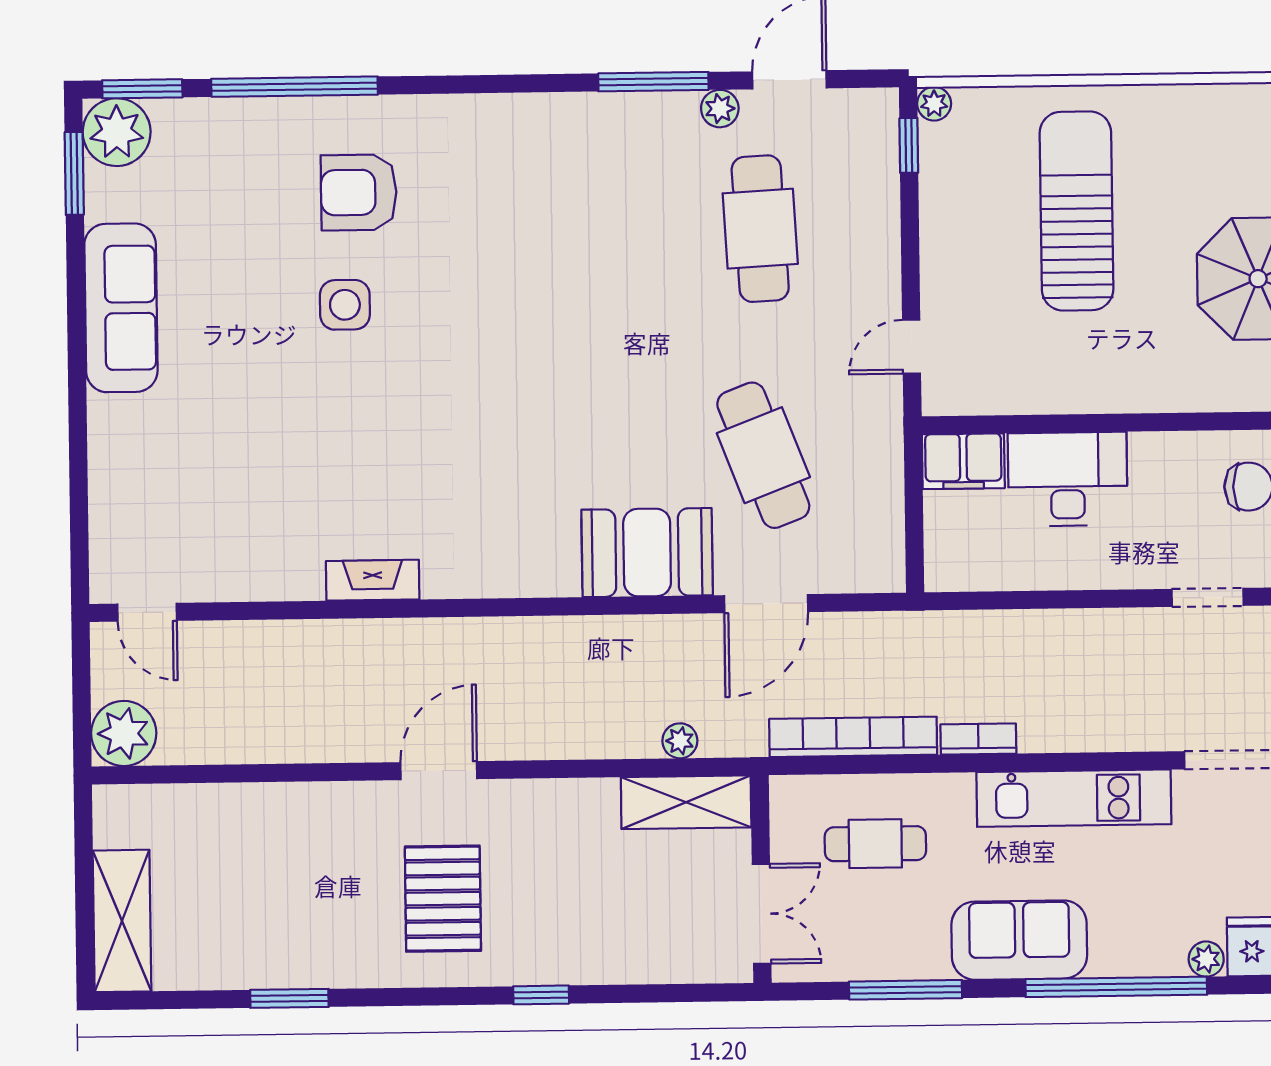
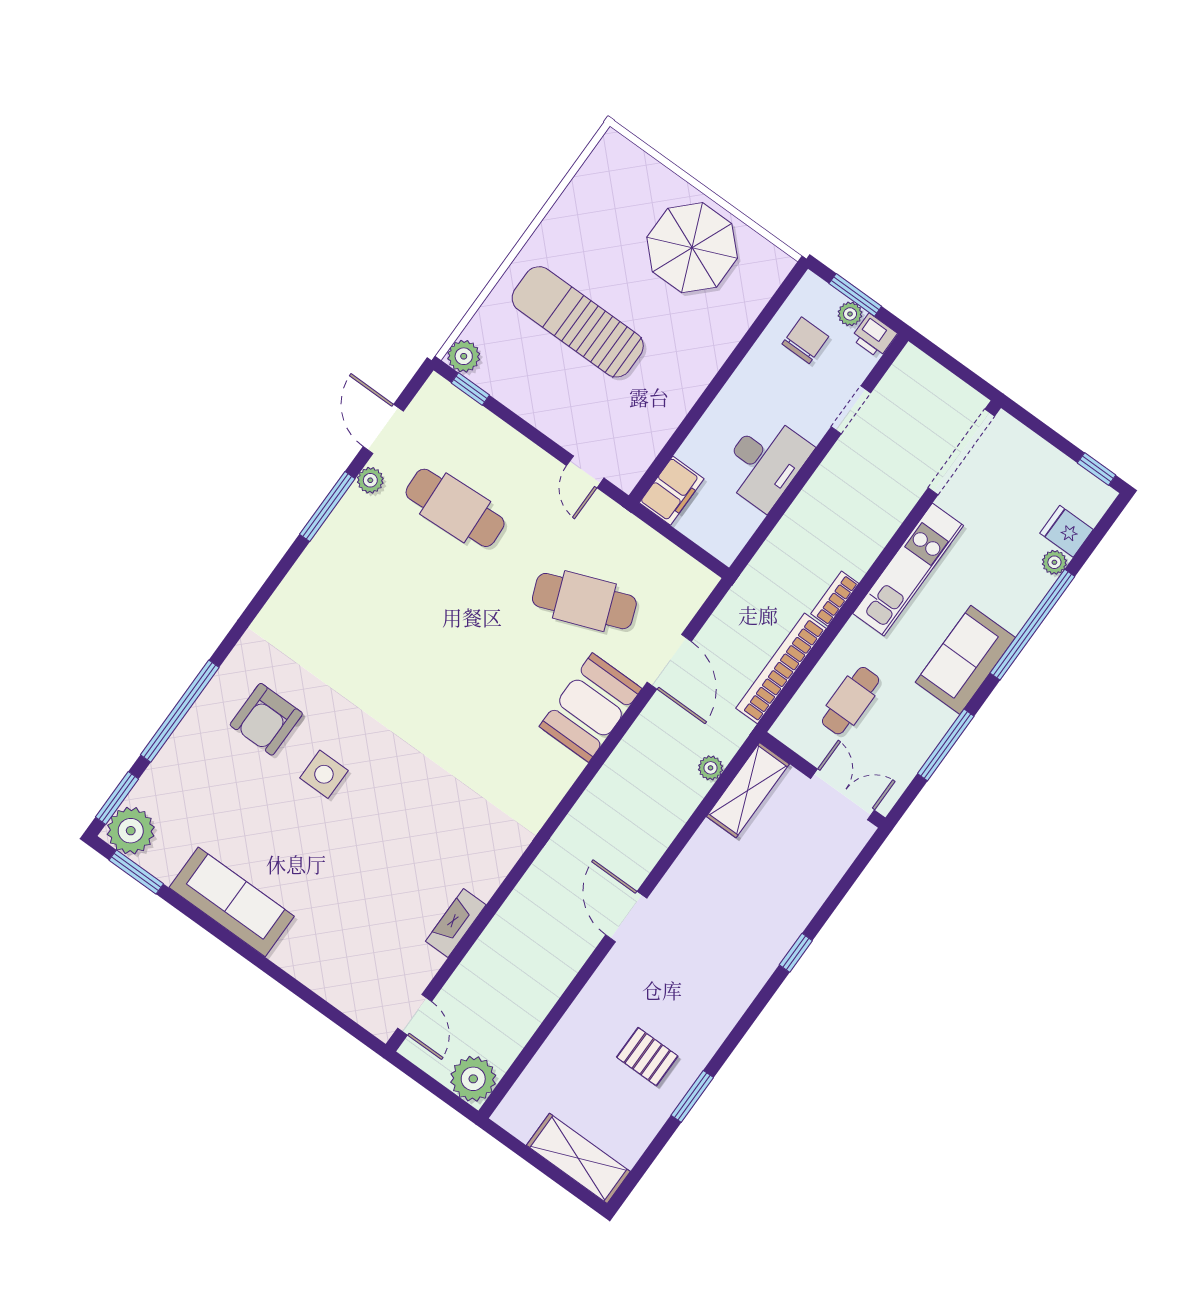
plant: (934, 104) -> (464, 356), width x1.38, depth x1.38
desk: (1068, 479) -> (765, 462), moved, turned 180
fireplace: (373, 580) -> (456, 923), moved
door: (147, 612) -> (415, 1015), hinge flipped
pallet: (443, 899) -> (647, 1057), moved, width x0.67, depth x0.71

